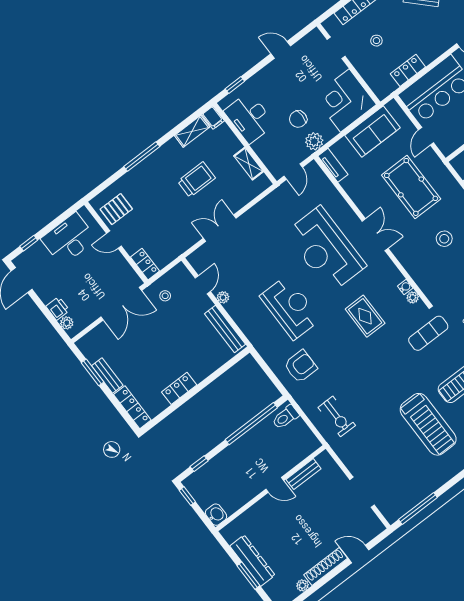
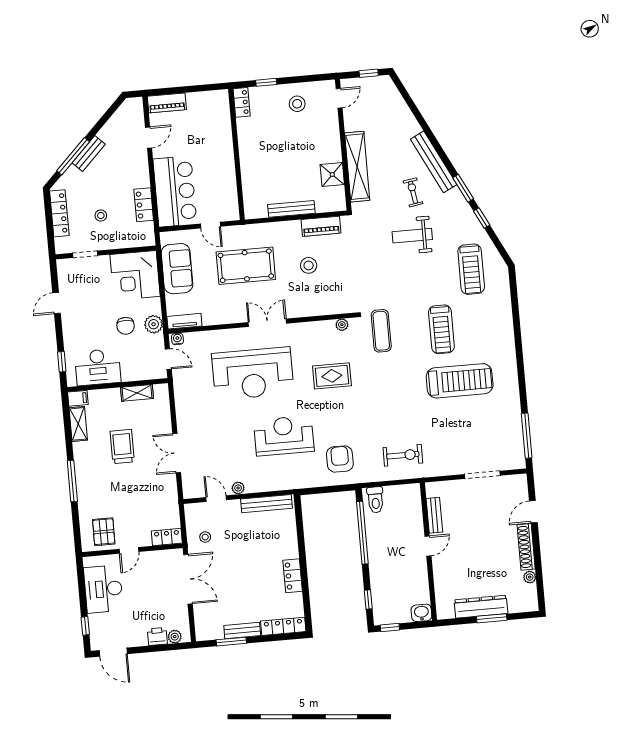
water cooler: (405, 287) -> (177, 339), moved

